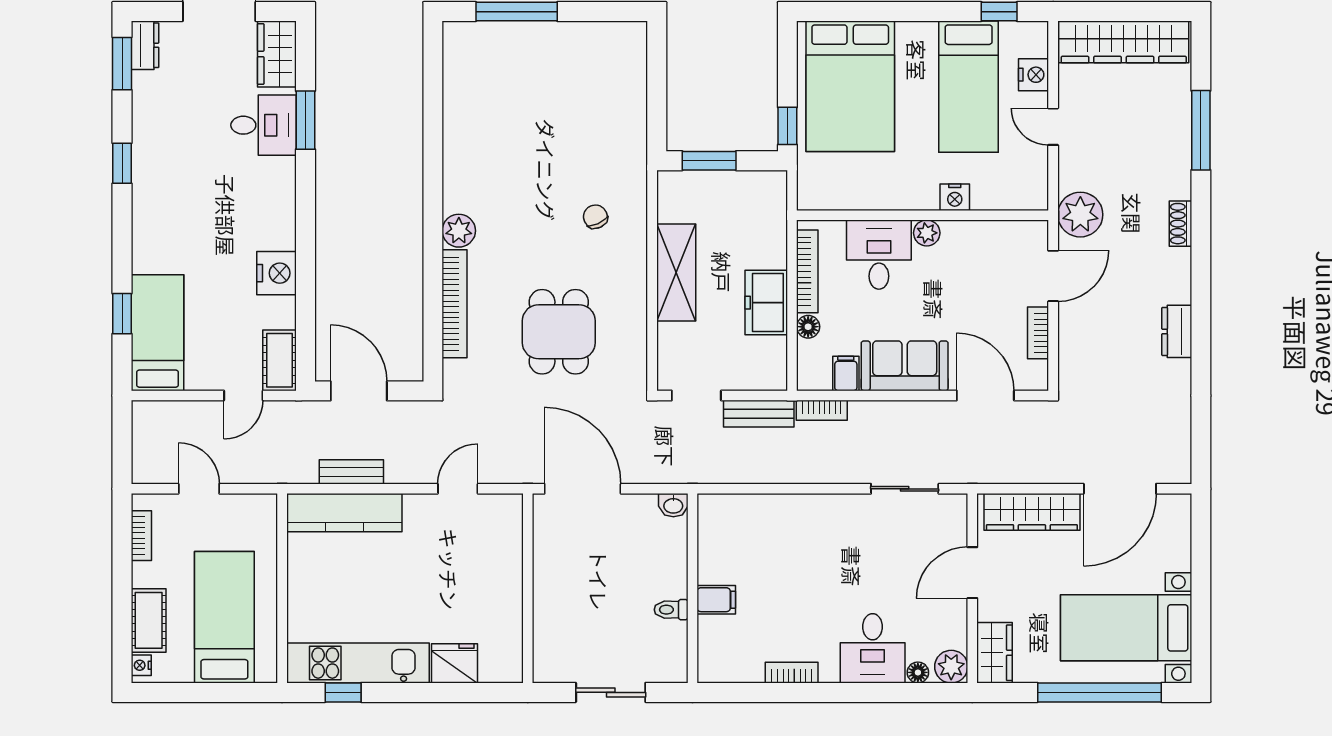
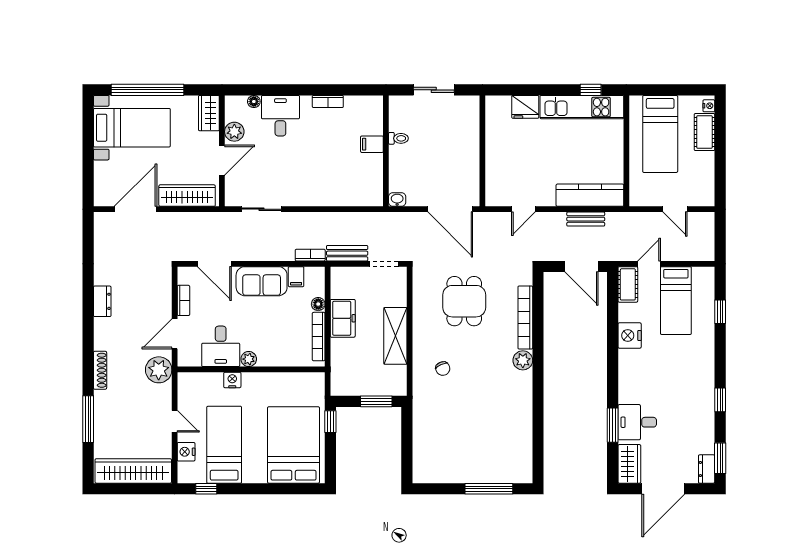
shoe rack: (1180, 224) -> (100, 370), width x1.43
desk: (879, 255) -> (221, 346), moved
bed: (157, 333) -> (676, 301), moved
bookcase: (141, 536) -> (709, 182), removed
plant: (951, 667) -> (234, 132), moved

